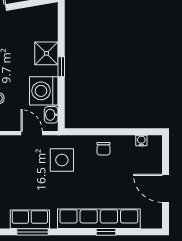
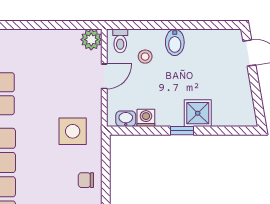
washing machine: (44, 91) -> (146, 118), width x0.53, depth x0.53
door: (32, 133) -> (104, 76), moved

